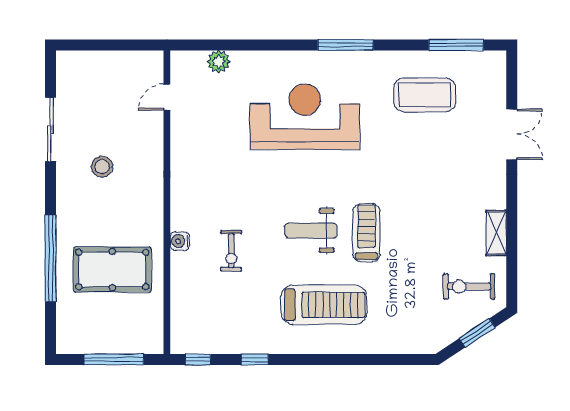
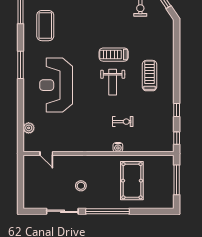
window: (51, 258) -> (107, 211), moved
treadmill: (324, 305) -> (150, 76), width x0.73, depth x0.73

